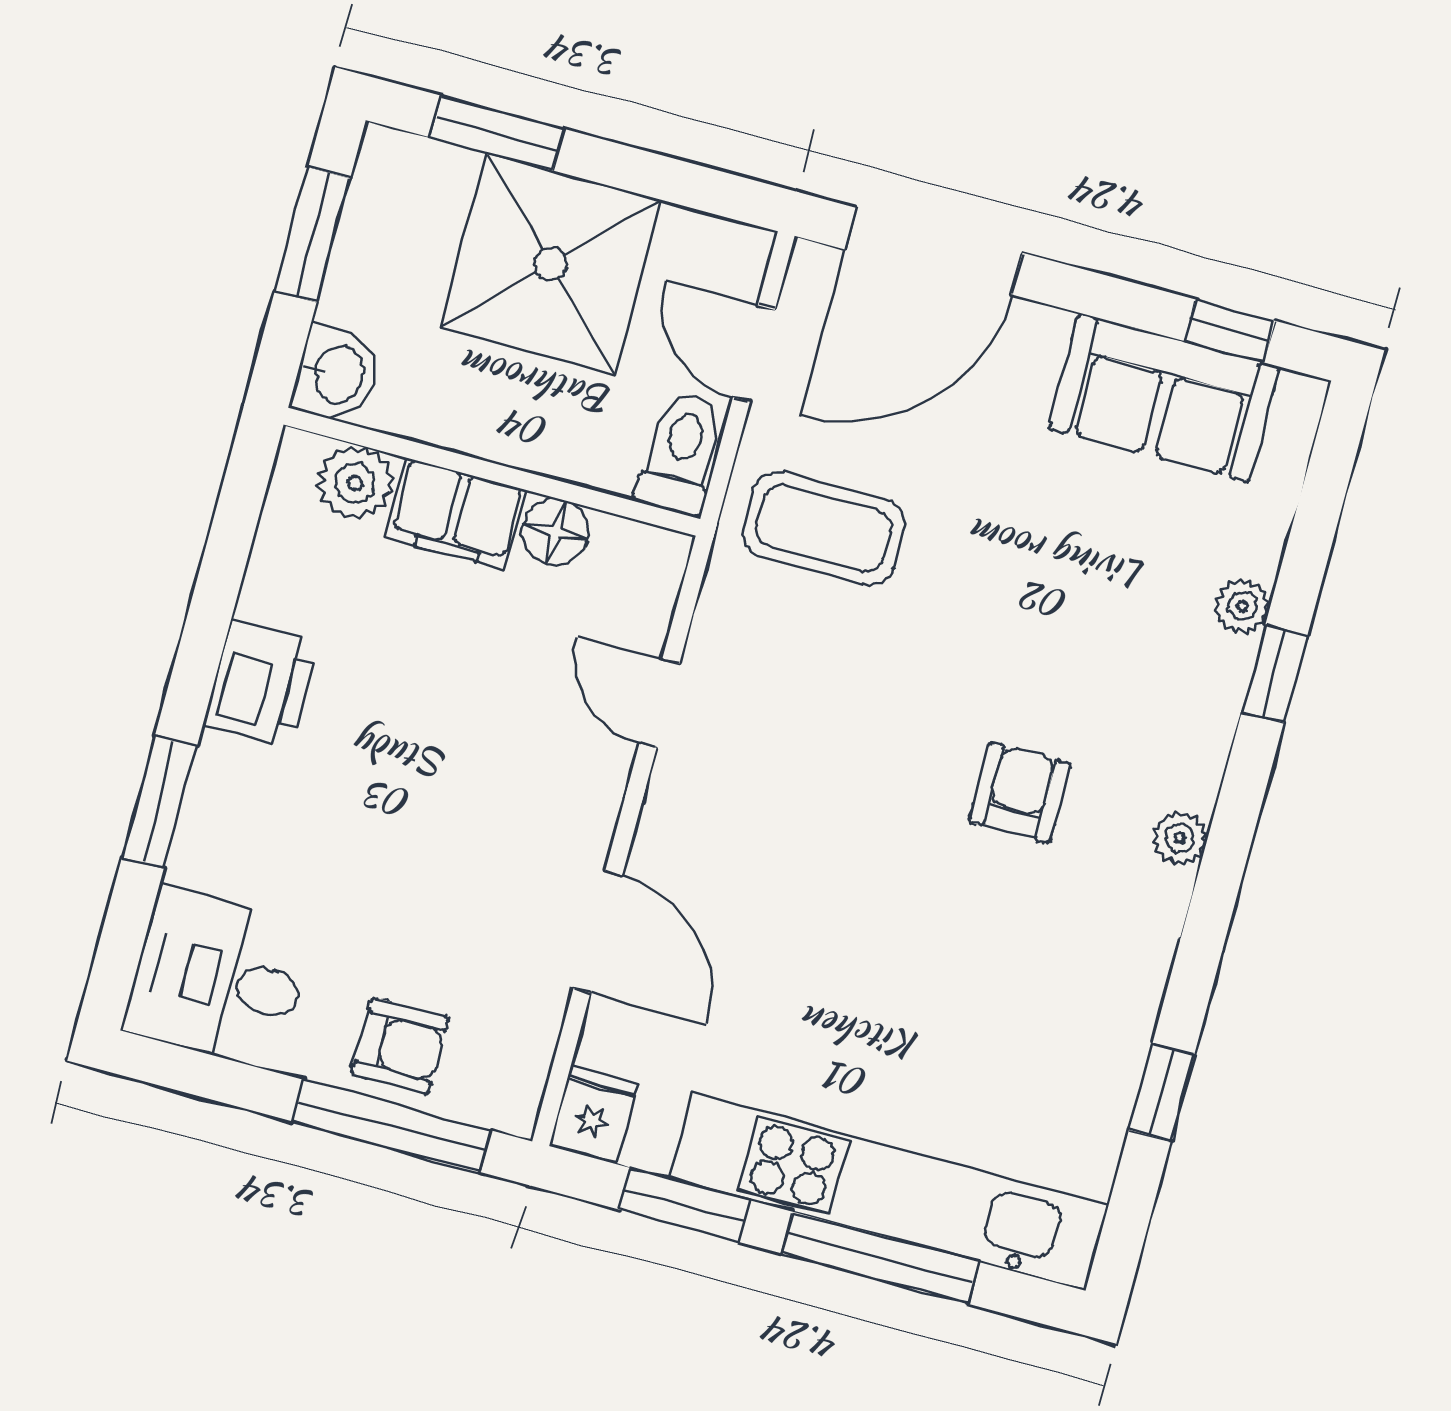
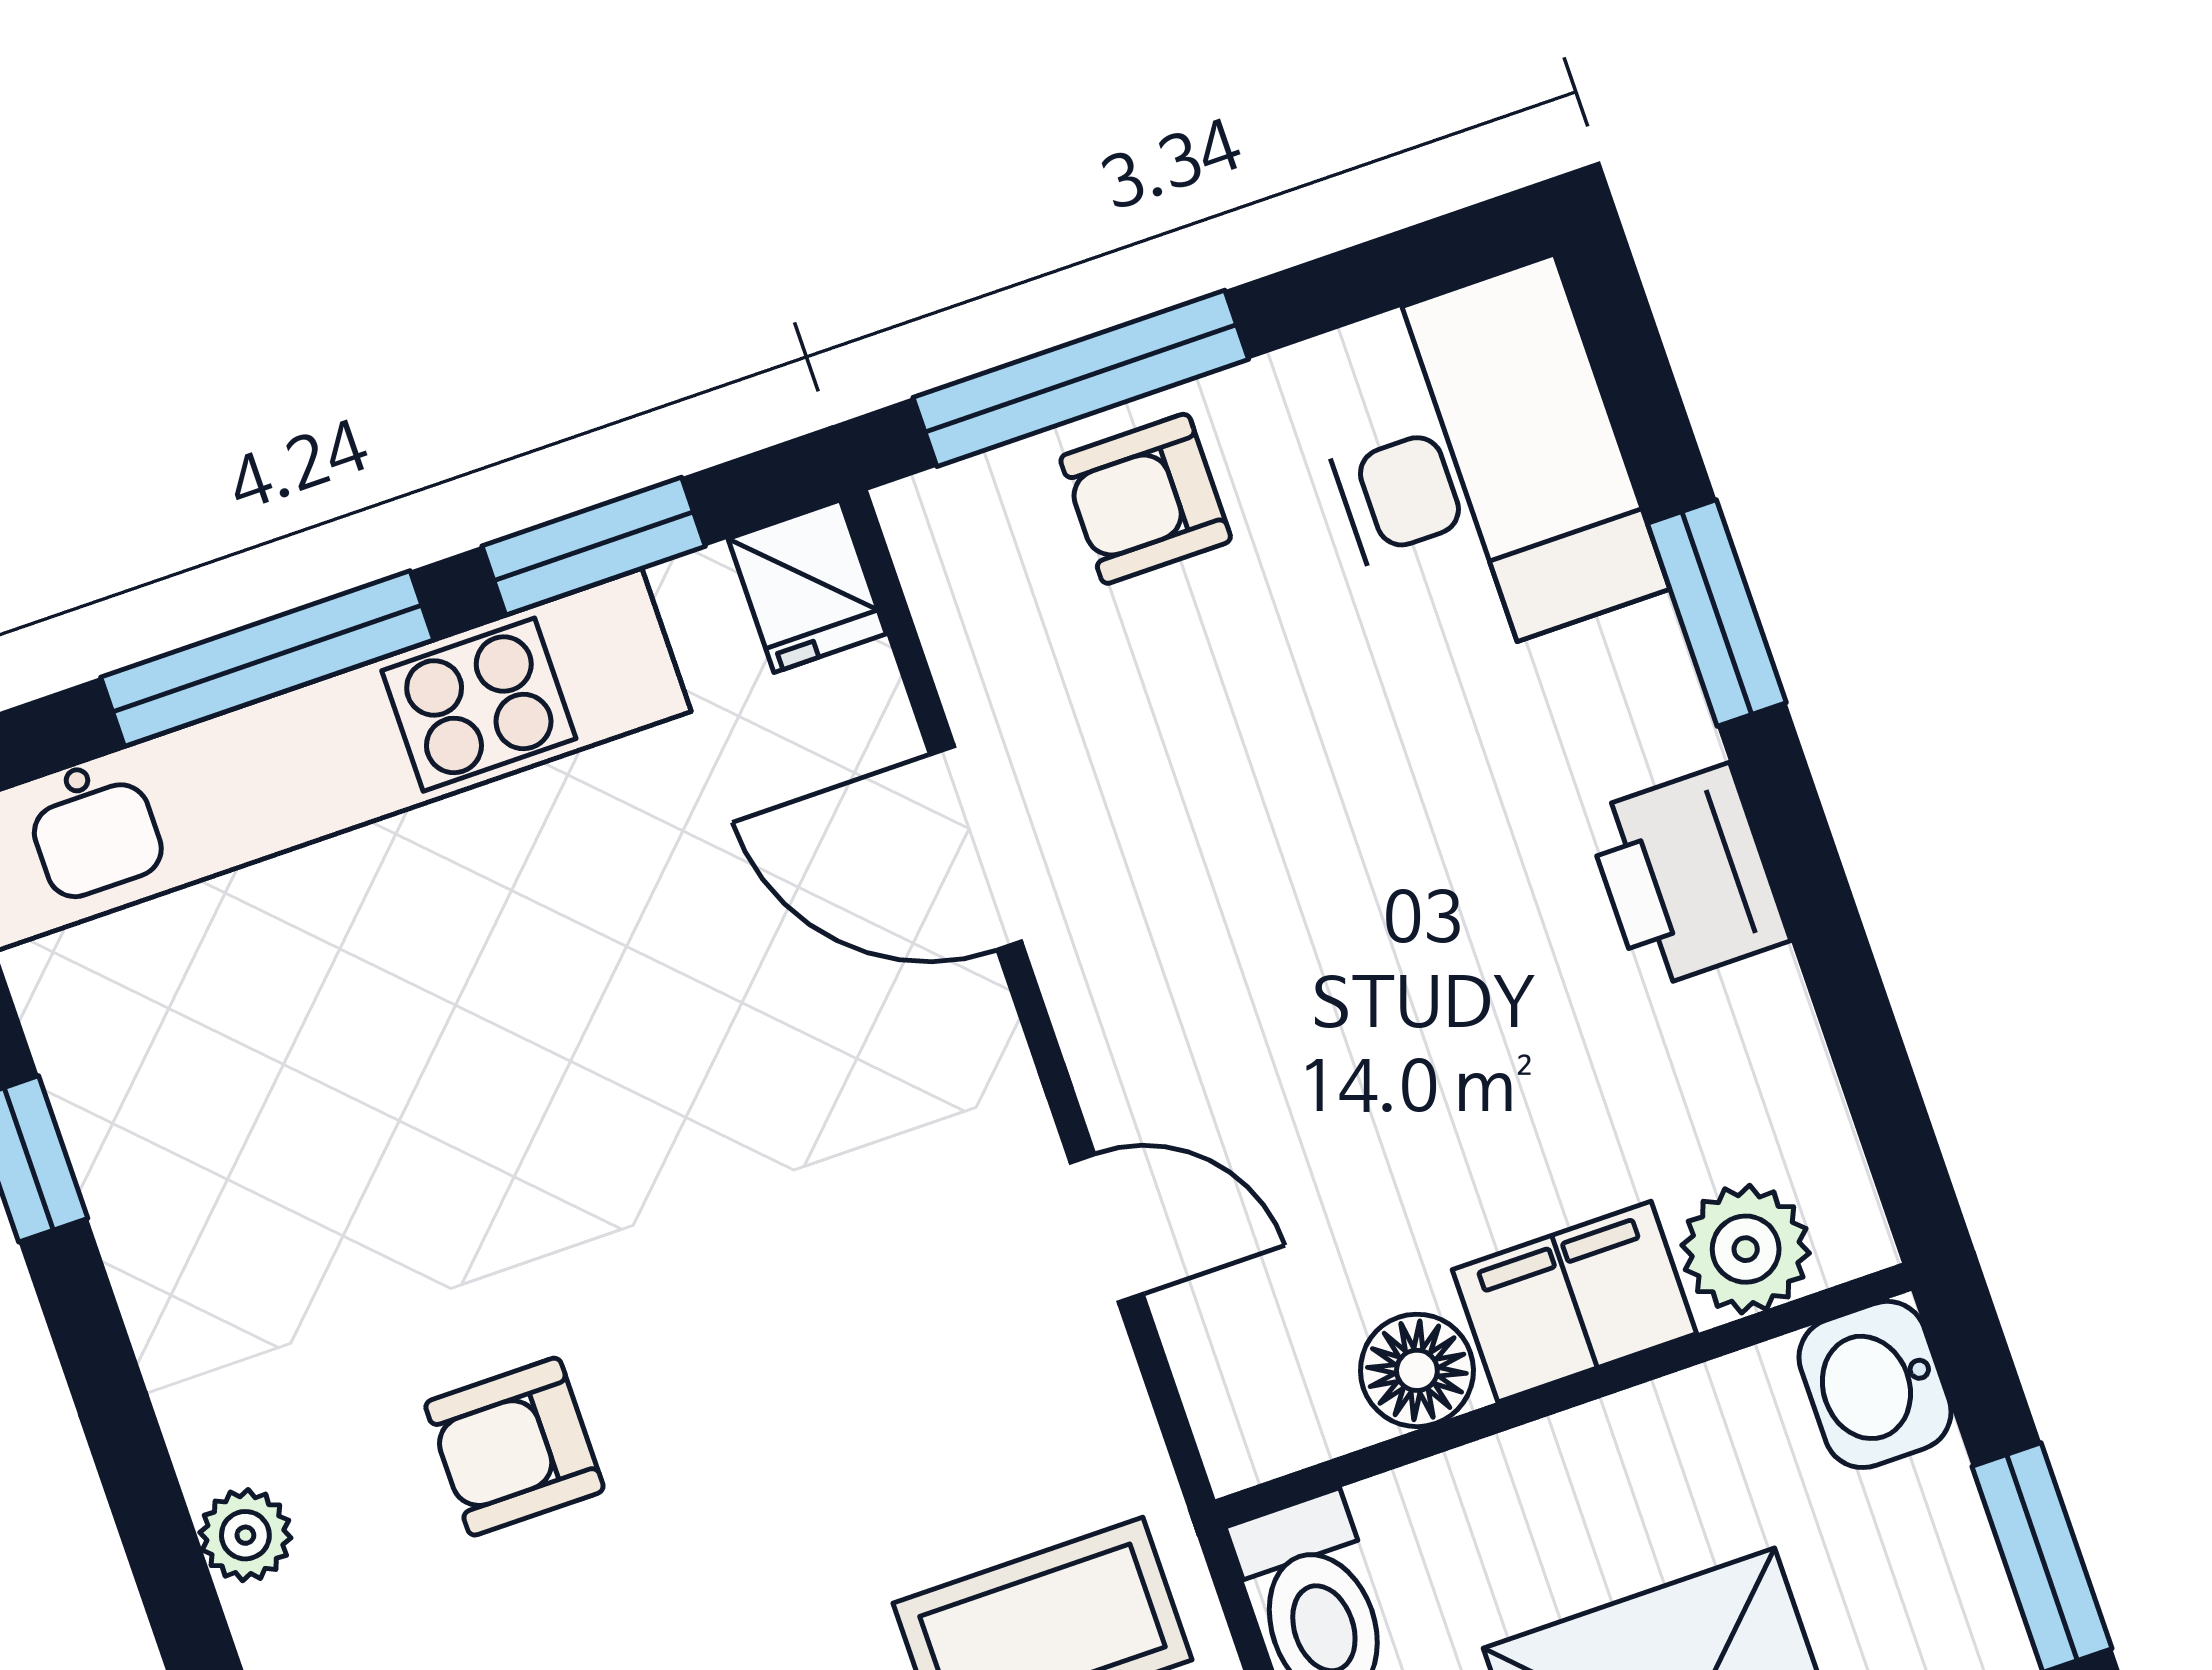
armchair: (1020, 792) -> (514, 1447), turned 90
desk: (219, 978) -> (1481, 467), width x1.37

